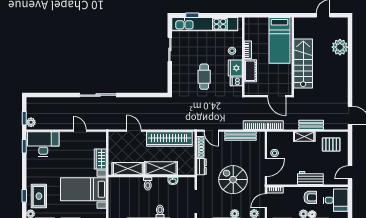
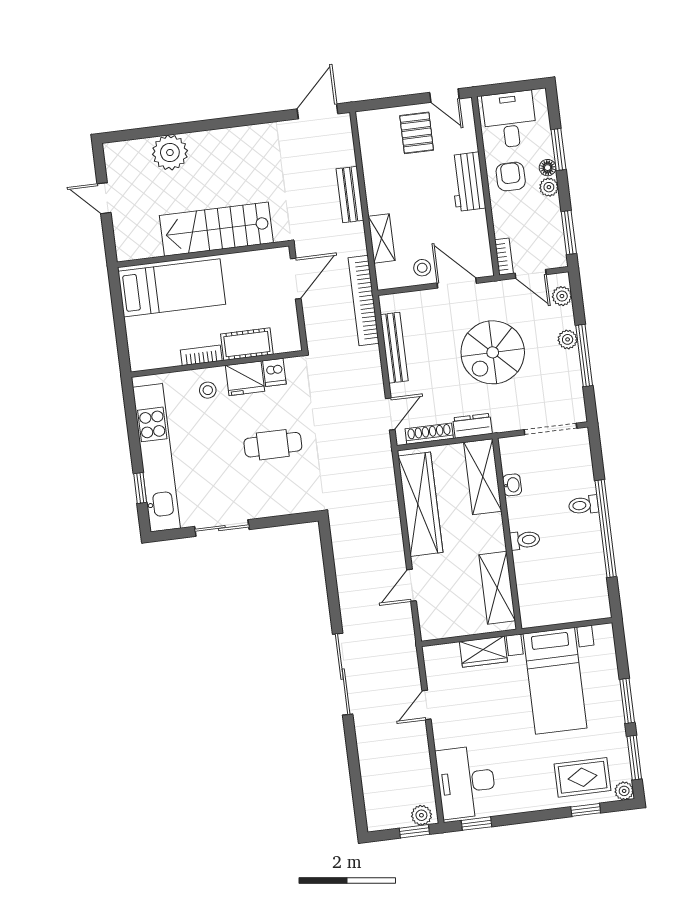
shelving: (304, 137) -> (382, 238), moved
pallet: (331, 144) -> (417, 133), moved
shelving: (161, 168) -> (483, 477), moved

